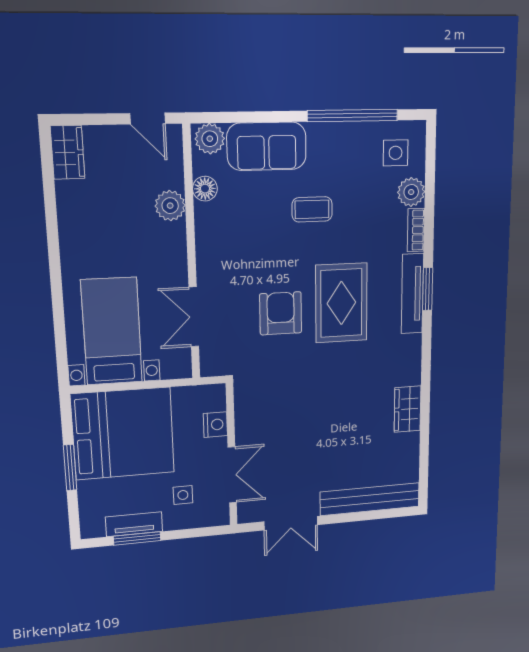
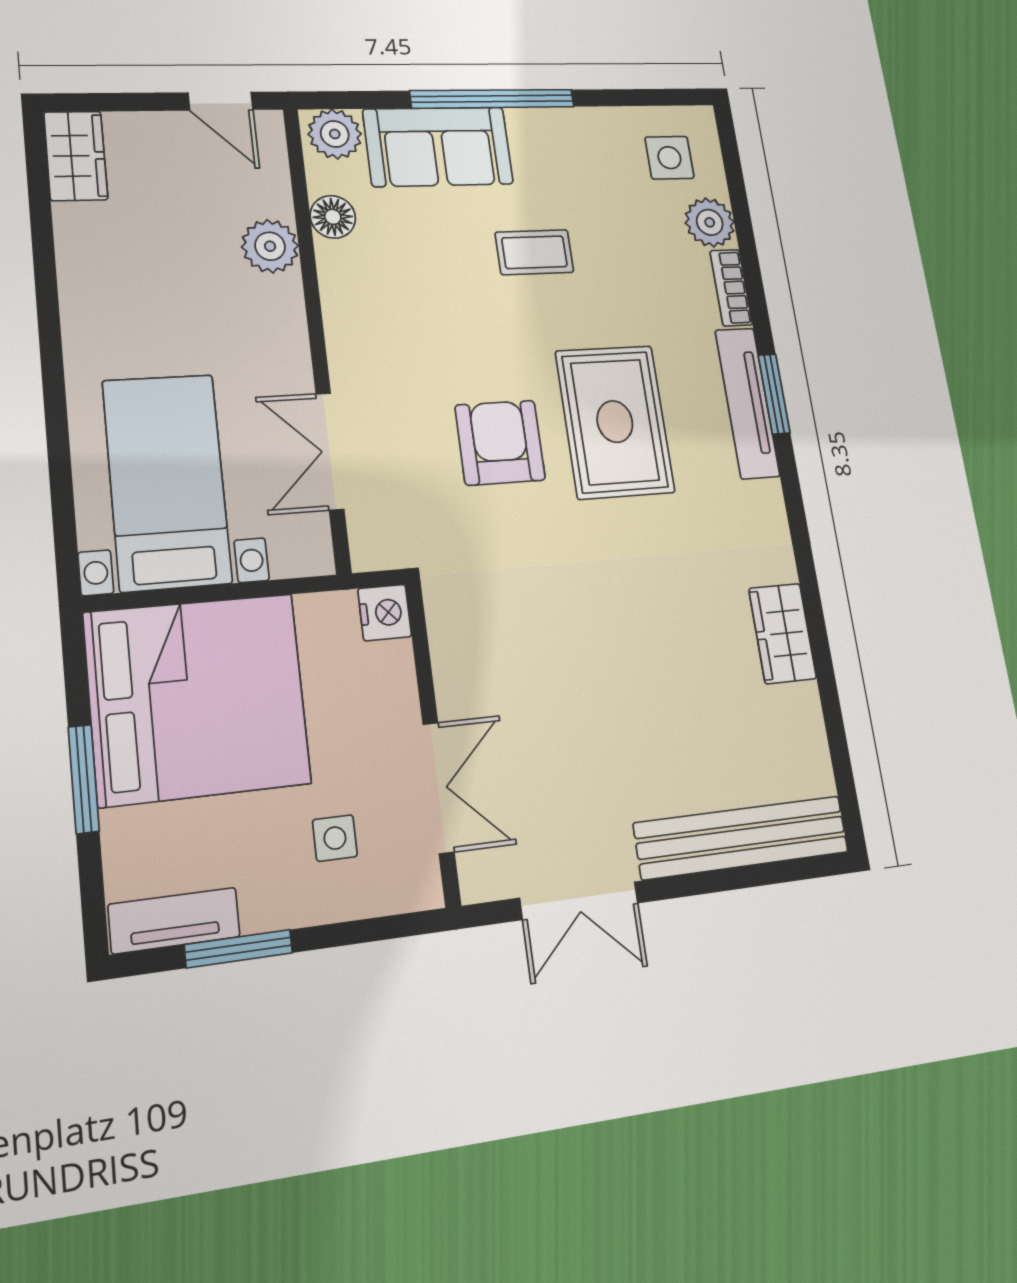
window: (353, 116) -> (493, 99), moved
nightstand: (215, 425) -> (385, 613), moved
tv unit: (134, 524) -> (174, 921), moved

